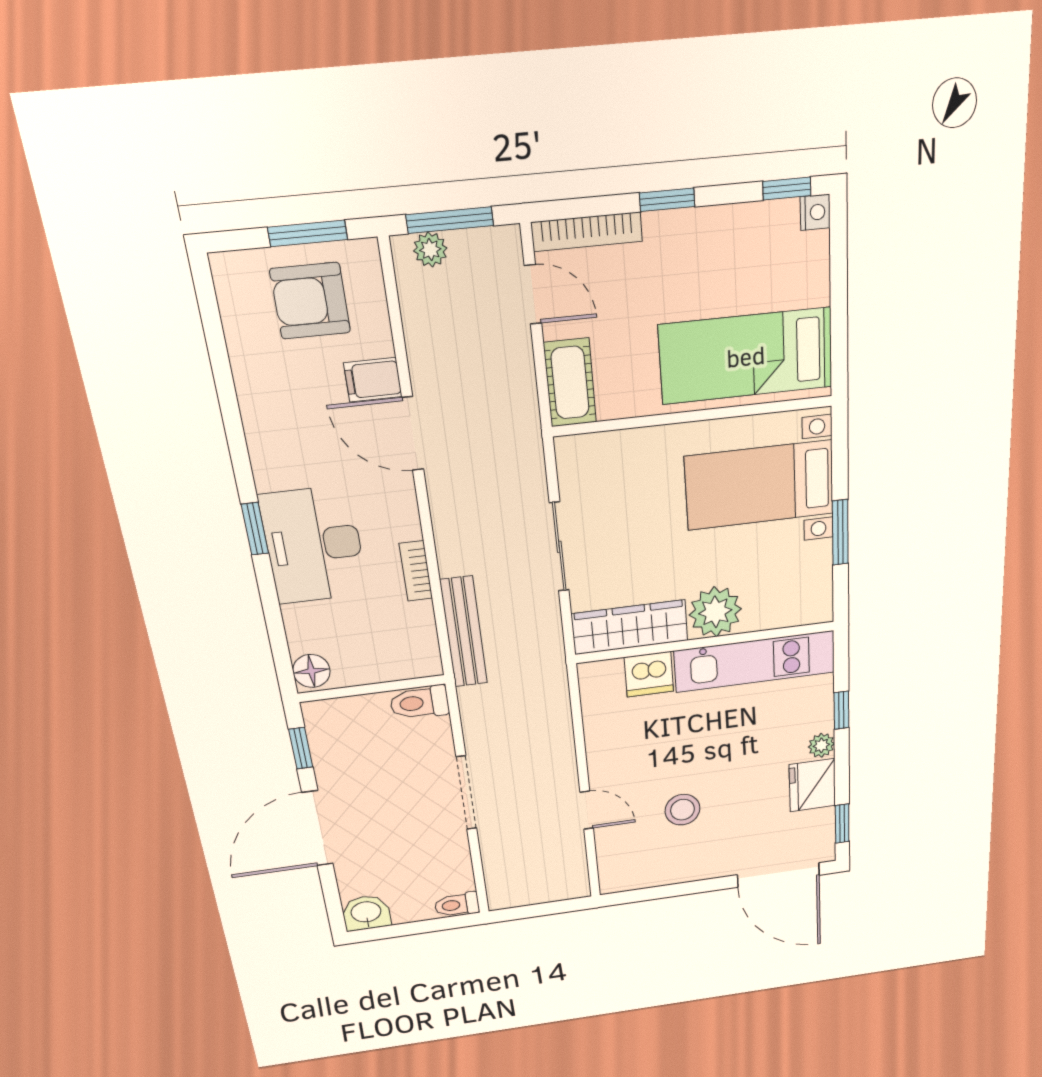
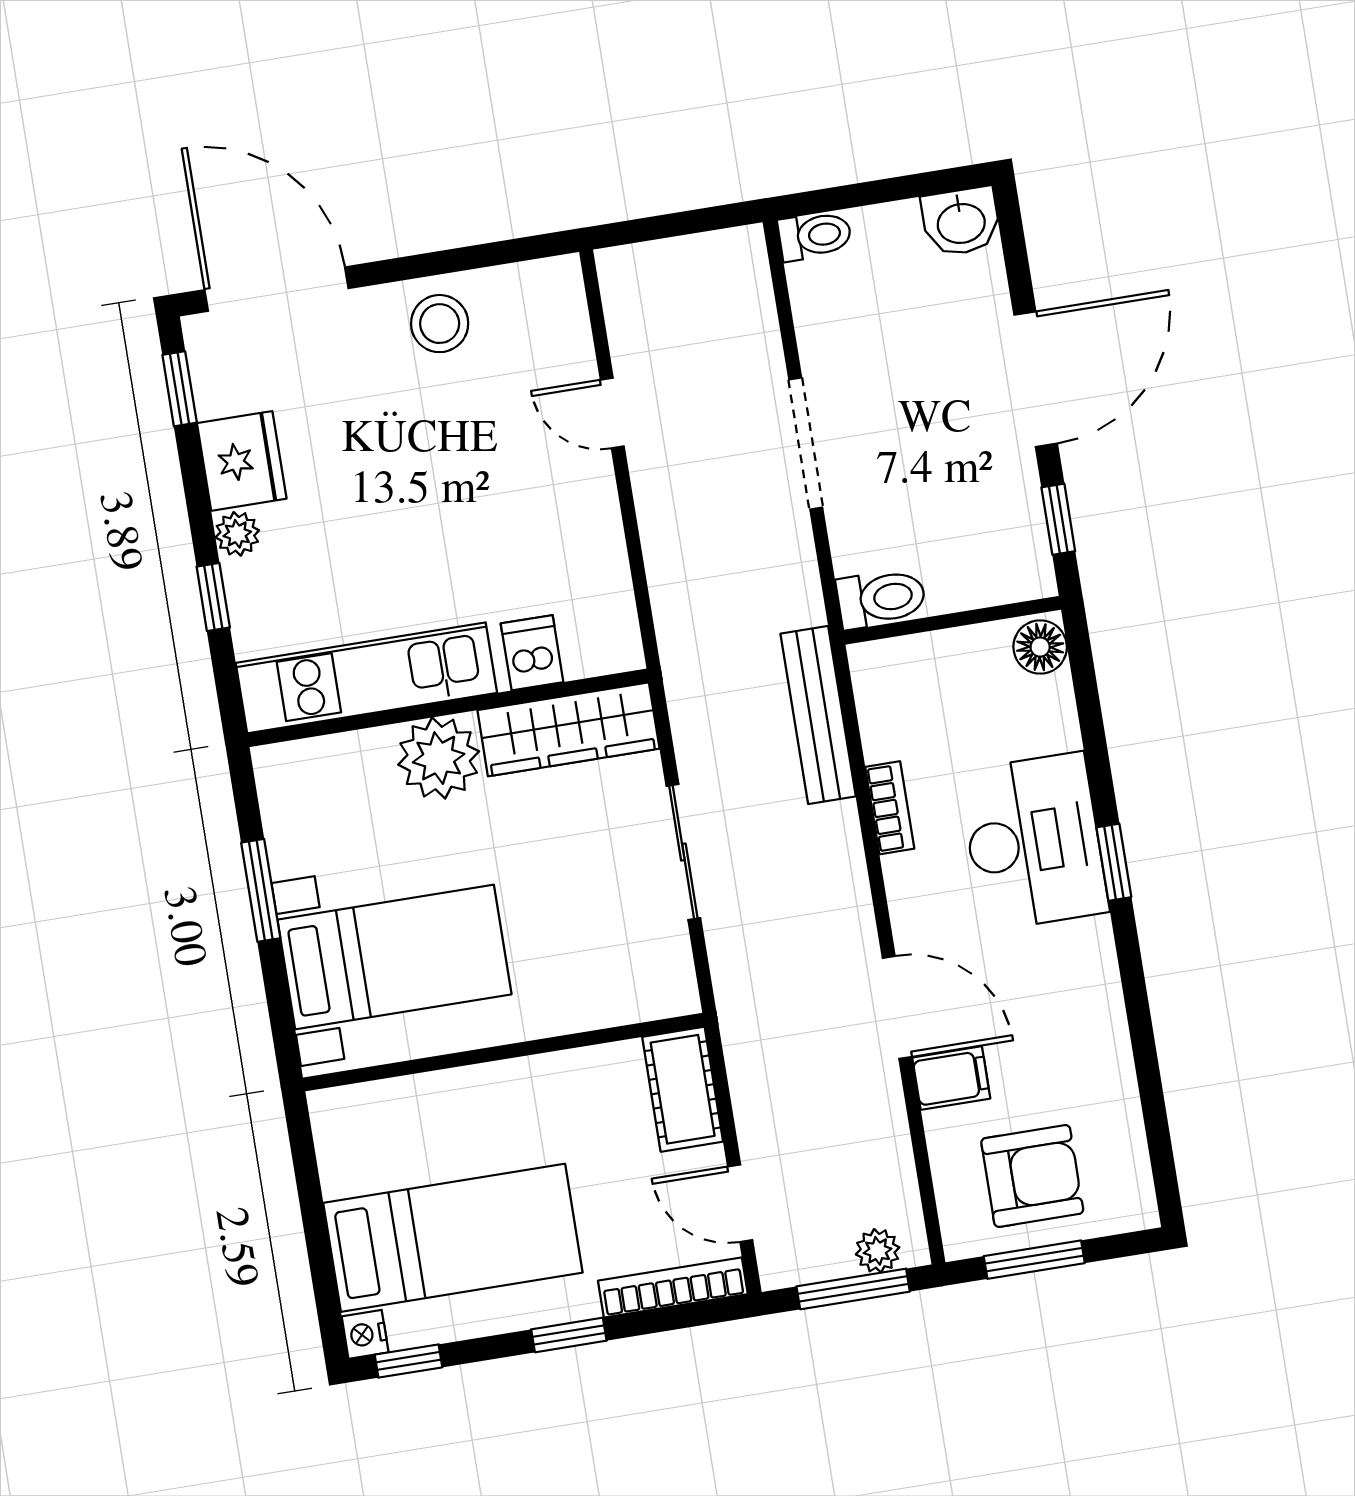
bed: (746, 356) -> (453, 1238), moved
dishwasher: (649, 674) -> (532, 653), width x0.73
stool: (682, 810) -> (440, 324), moved

